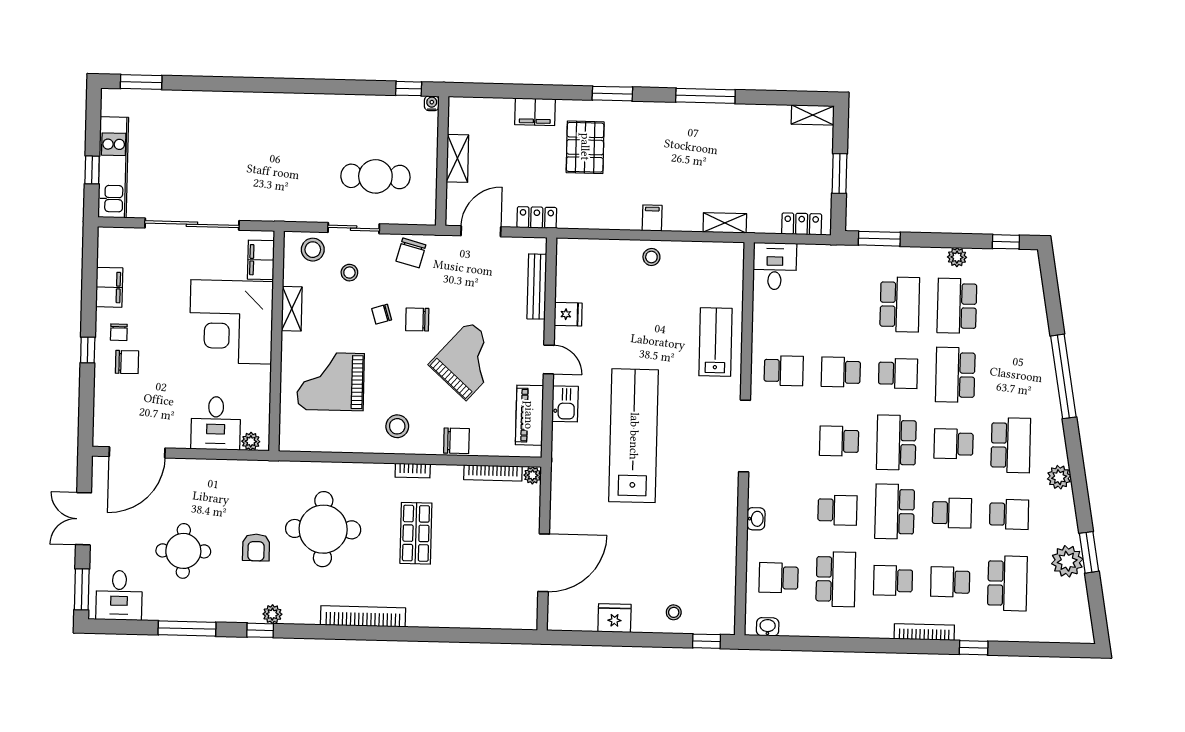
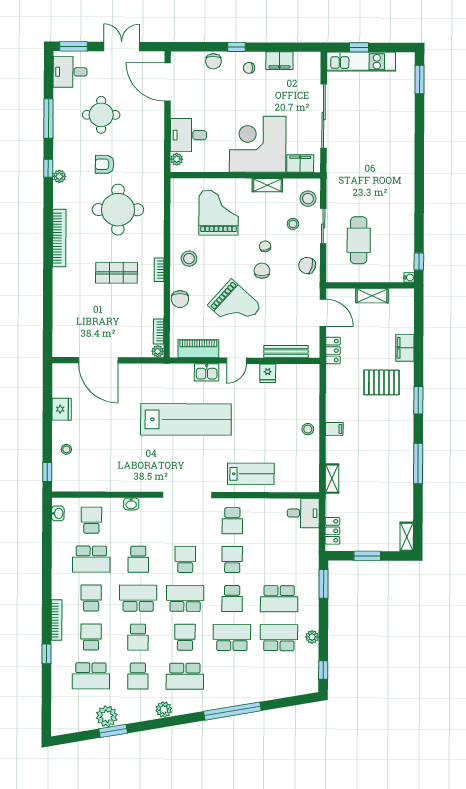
chair: (127, 362) -> (213, 61), moved
bookcase: (493, 473) -> (159, 331), width x0.64

